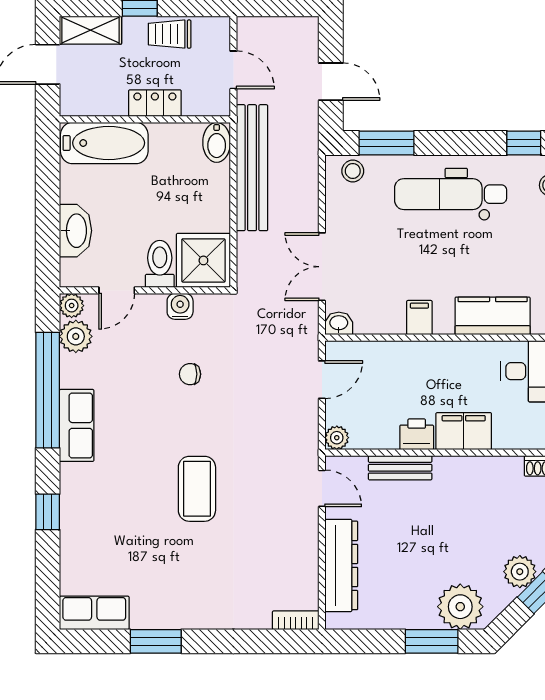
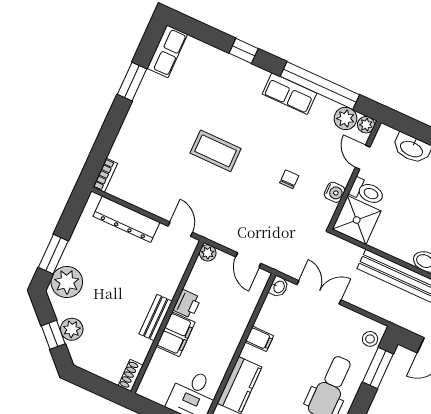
bench: (400, 468) -> (156, 317), moved
door: (322, 488) -> (180, 229), swing flipped

